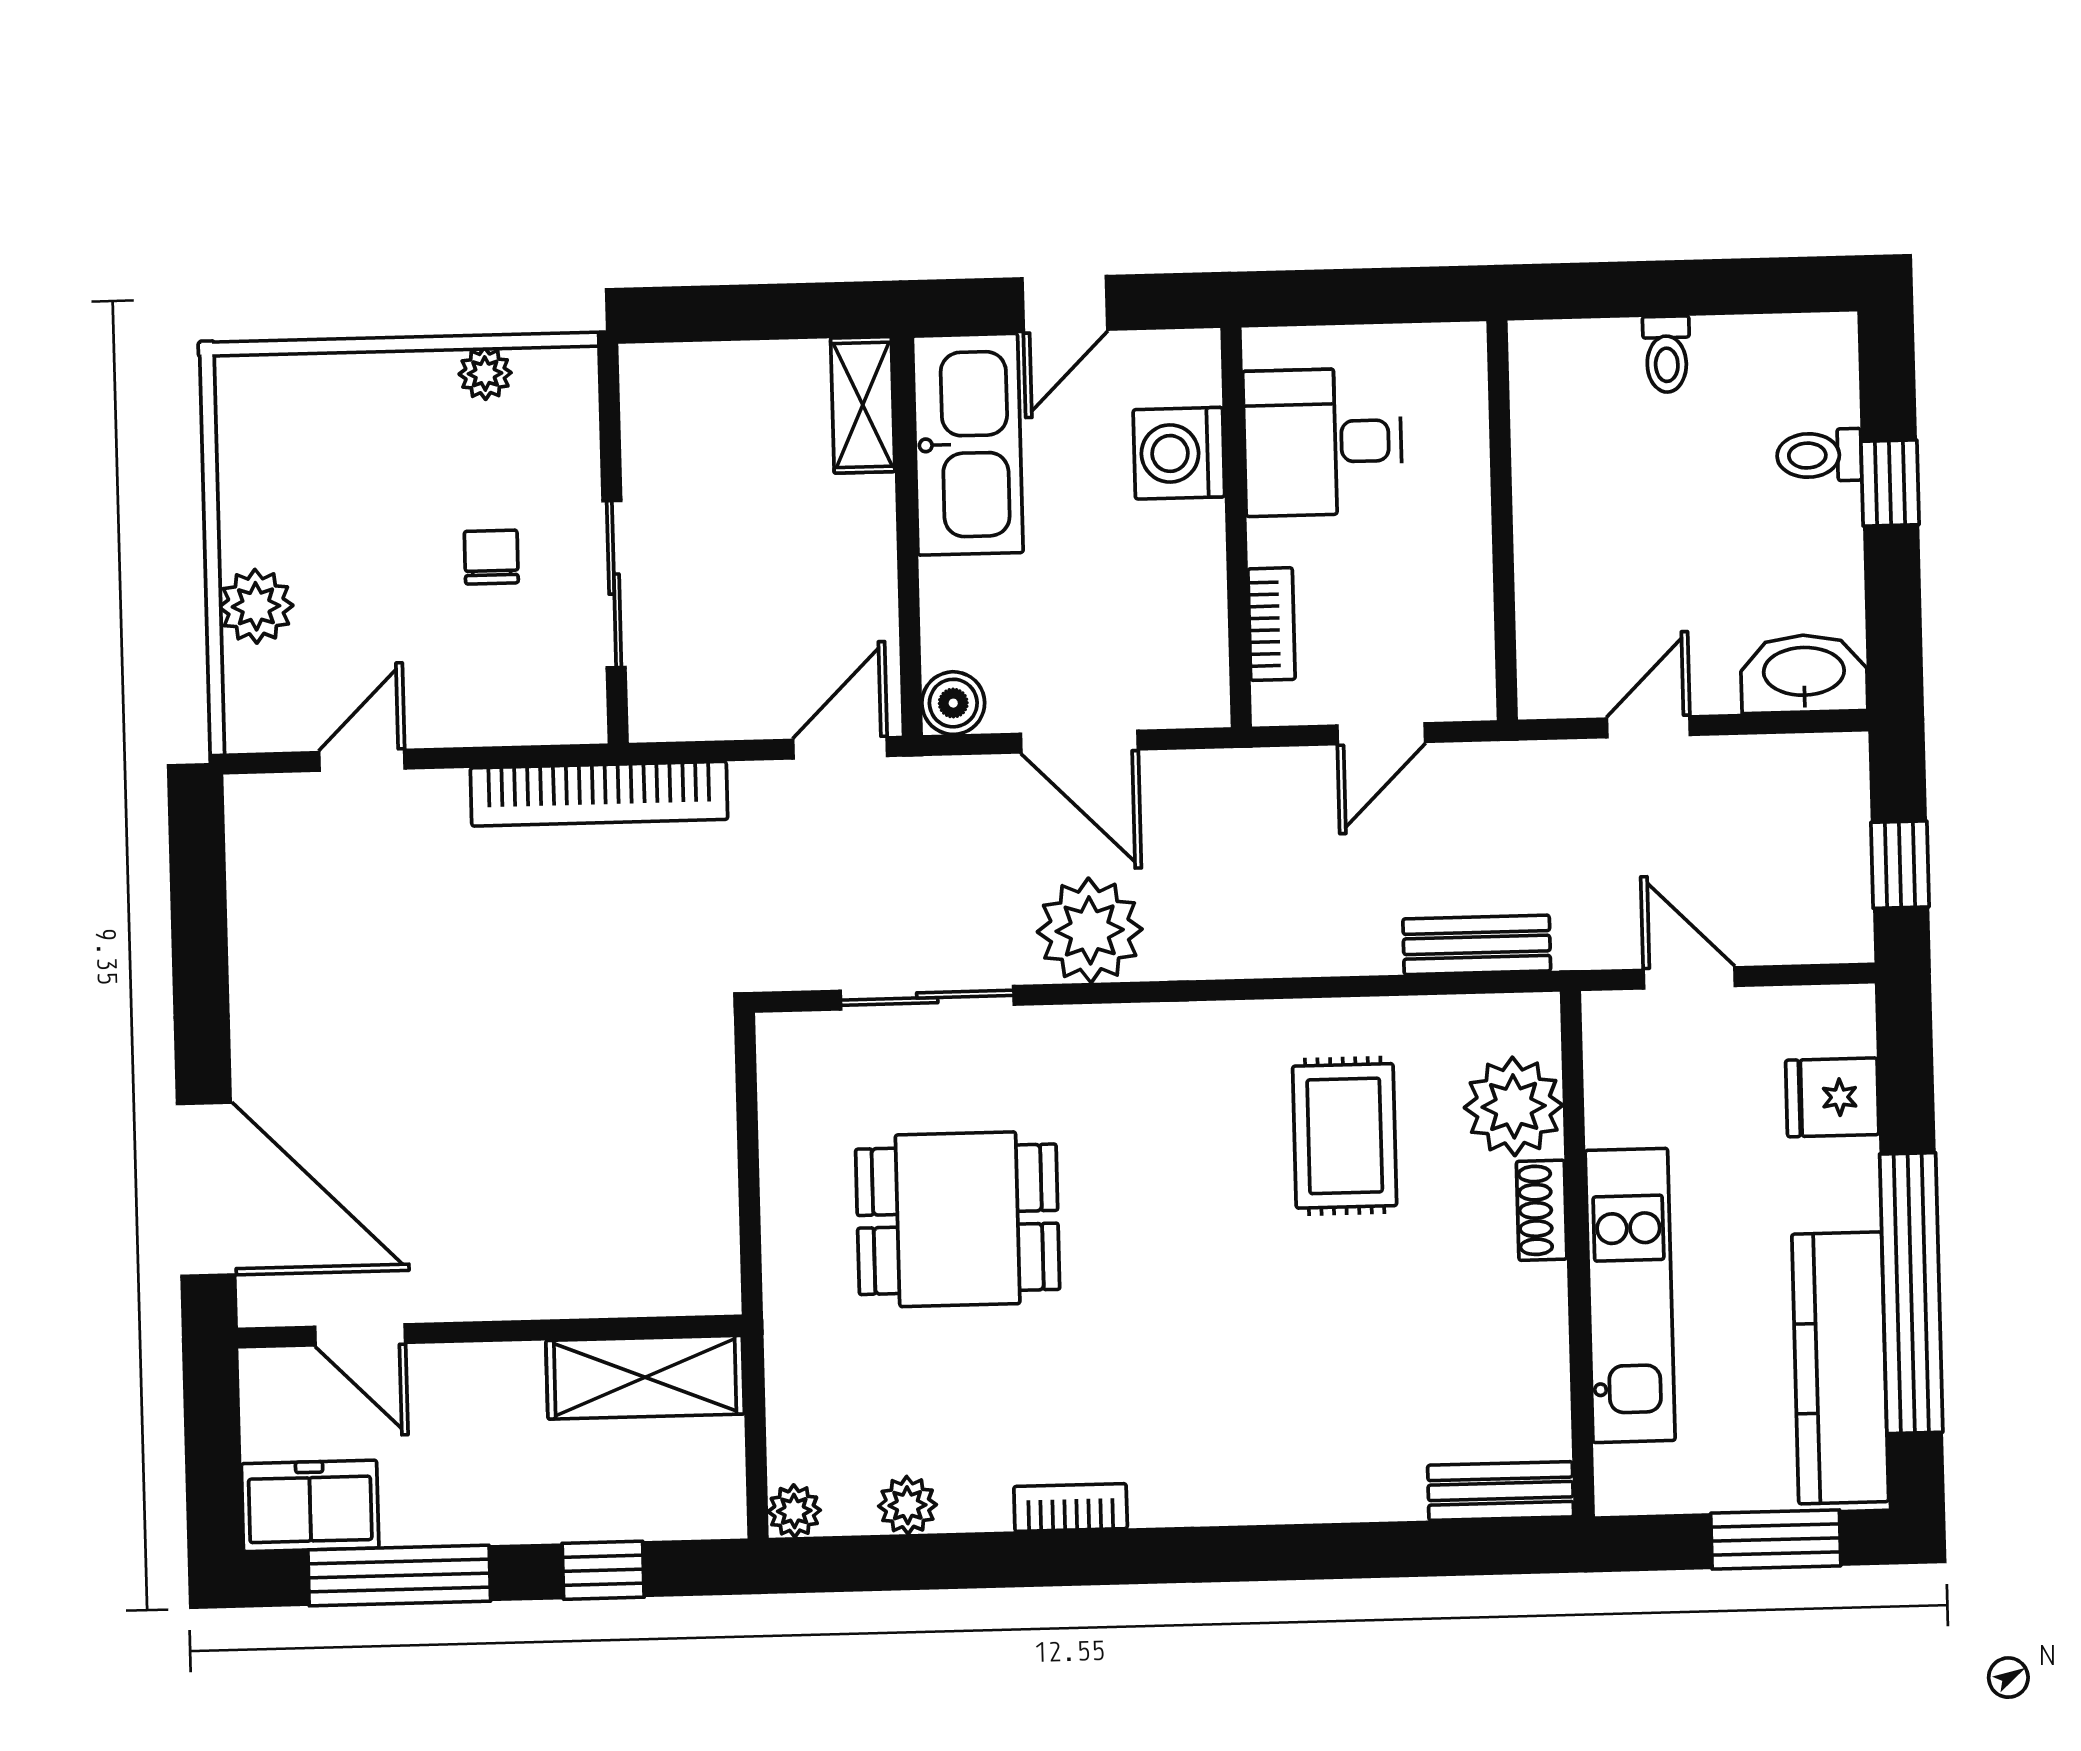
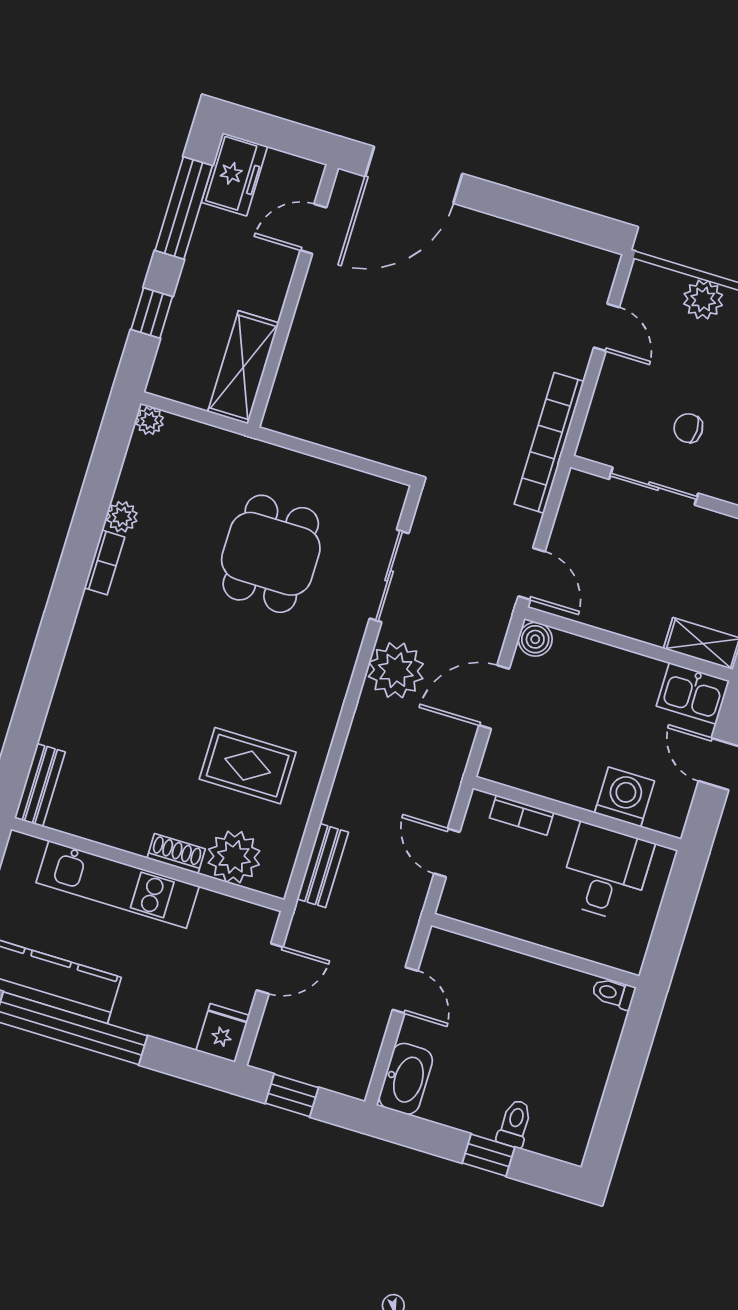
toilet: (1667, 354) -> (613, 993), moved
kitchen sink: (968, 444) -> (693, 693), width x0.53, depth x0.81
chair: (491, 557) -> (688, 428), turned 180
fridge: (1832, 1097) -> (223, 1033), moved
plant: (907, 1505) -> (122, 517), moved

